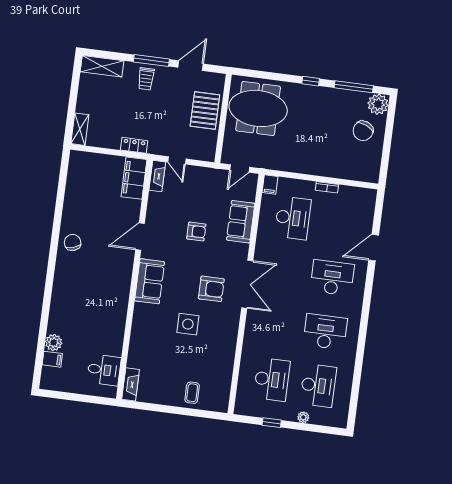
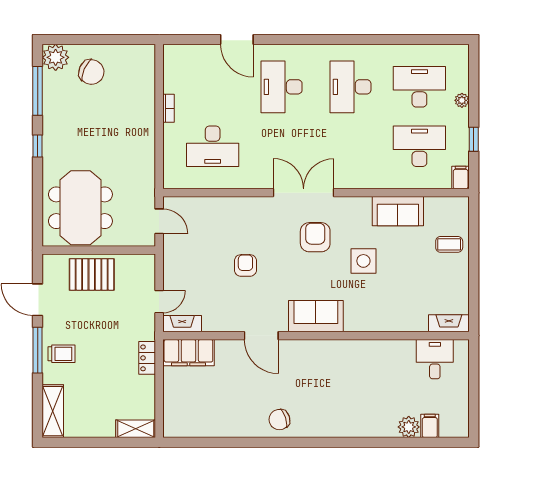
filing cabinet: (270, 185) -> (461, 177), moved, turned -90
desk: (293, 218) -> (213, 146), turned 180
sofa: (241, 222) -> (398, 211), moved

